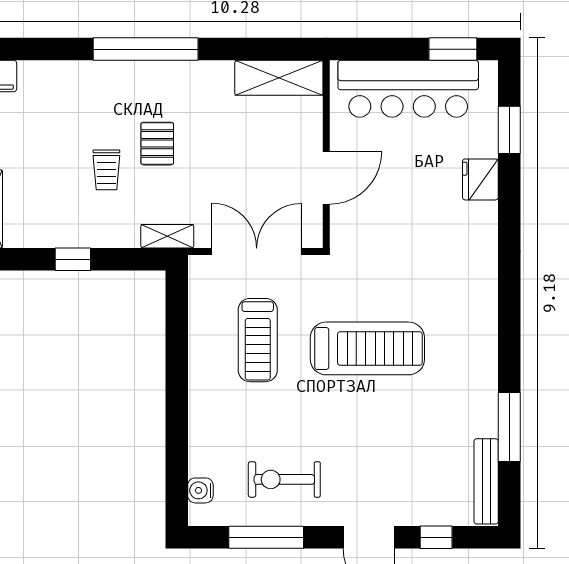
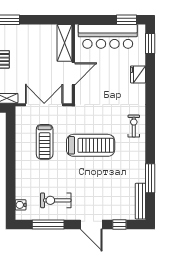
shelving: (279, 78) -> (65, 43), moved, turned 90
window: (509, 130) -> (150, 43), moved
exercise bike: (470, 302) -> (134, 126), added

